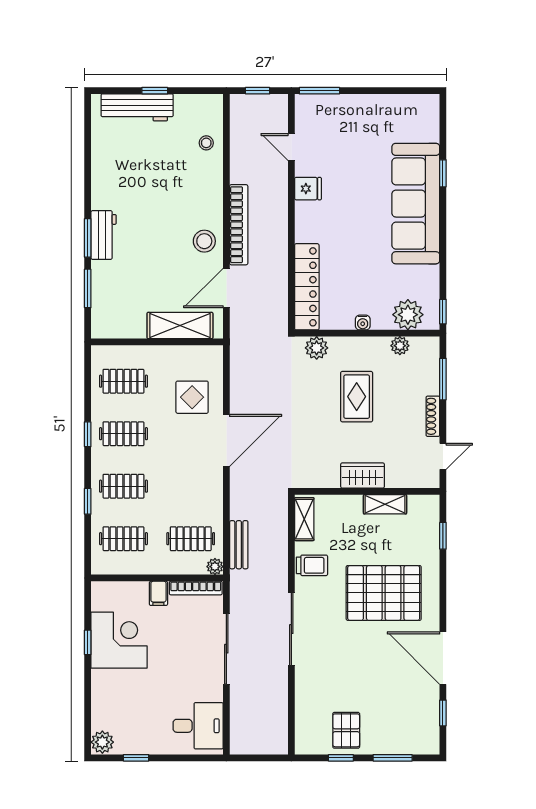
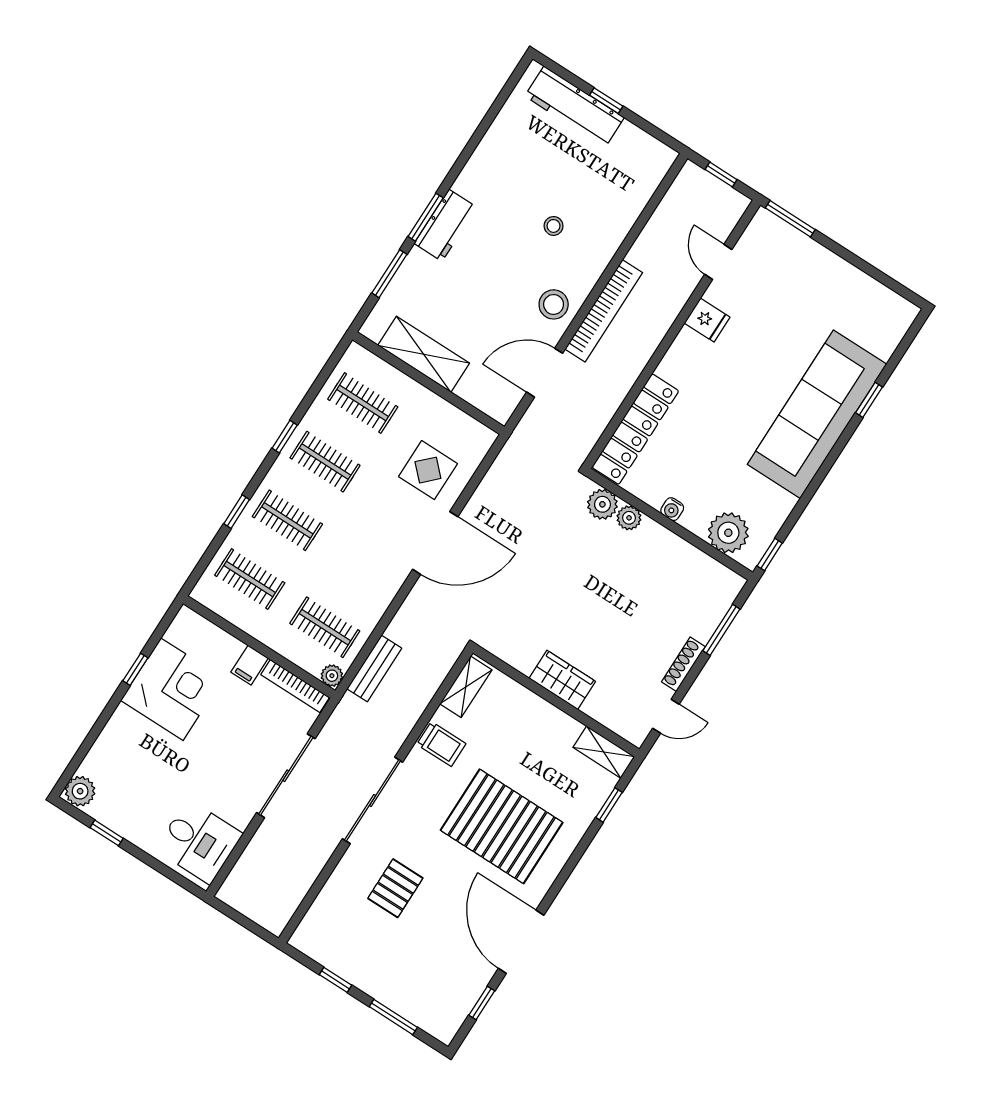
stool: (206, 143) -> (554, 226), moved
shelving: (180, 326) -> (424, 354), moved
plant: (400, 346) -> (629, 518), moved
rug: (357, 397) -> (612, 588), removed
shelving: (385, 504) -> (604, 752), moved
pallet: (346, 730) -> (395, 888), moved

